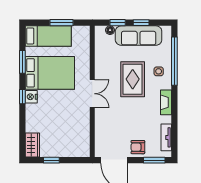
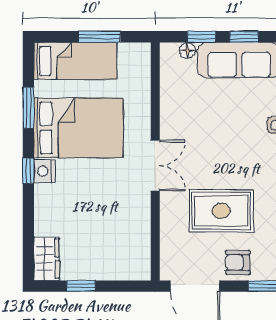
rug: (133, 79) -> (221, 211), moved, turned 90

